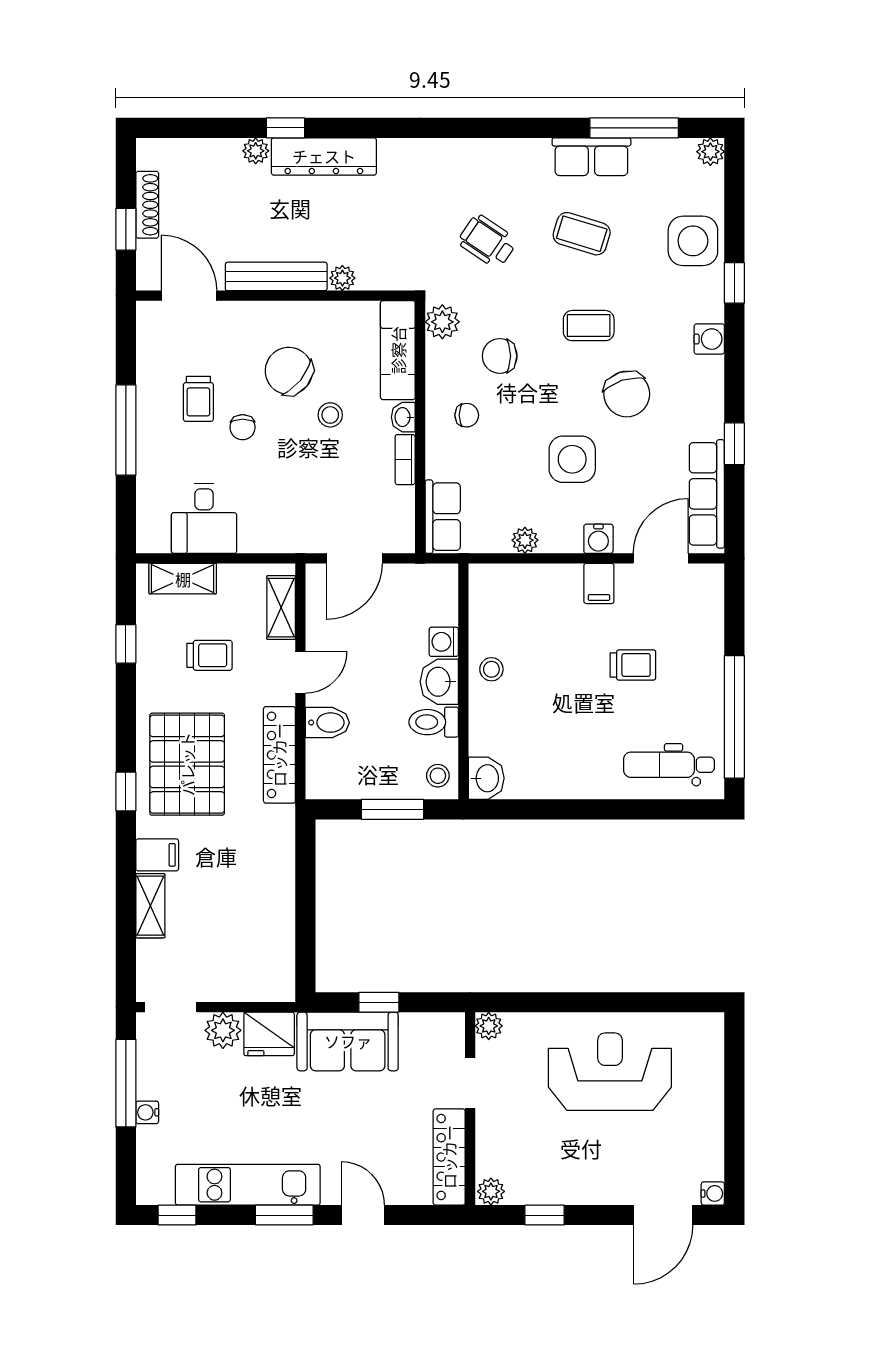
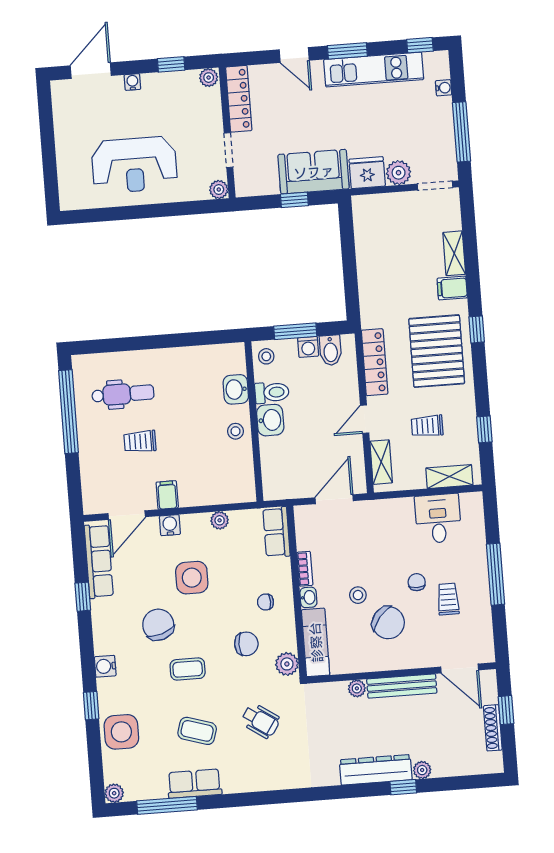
washing machine: (444, 642) -> (308, 347), moved, turned 90
bidet: (327, 723) -> (331, 350), moved, turned -90
dental chair: (669, 765) -> (123, 394), moved
washbasin: (486, 778) -> (236, 389), moved
water cooler: (147, 1112) -> (444, 88), moved
water cooler: (713, 1193) -> (132, 82), moved, turned 90

